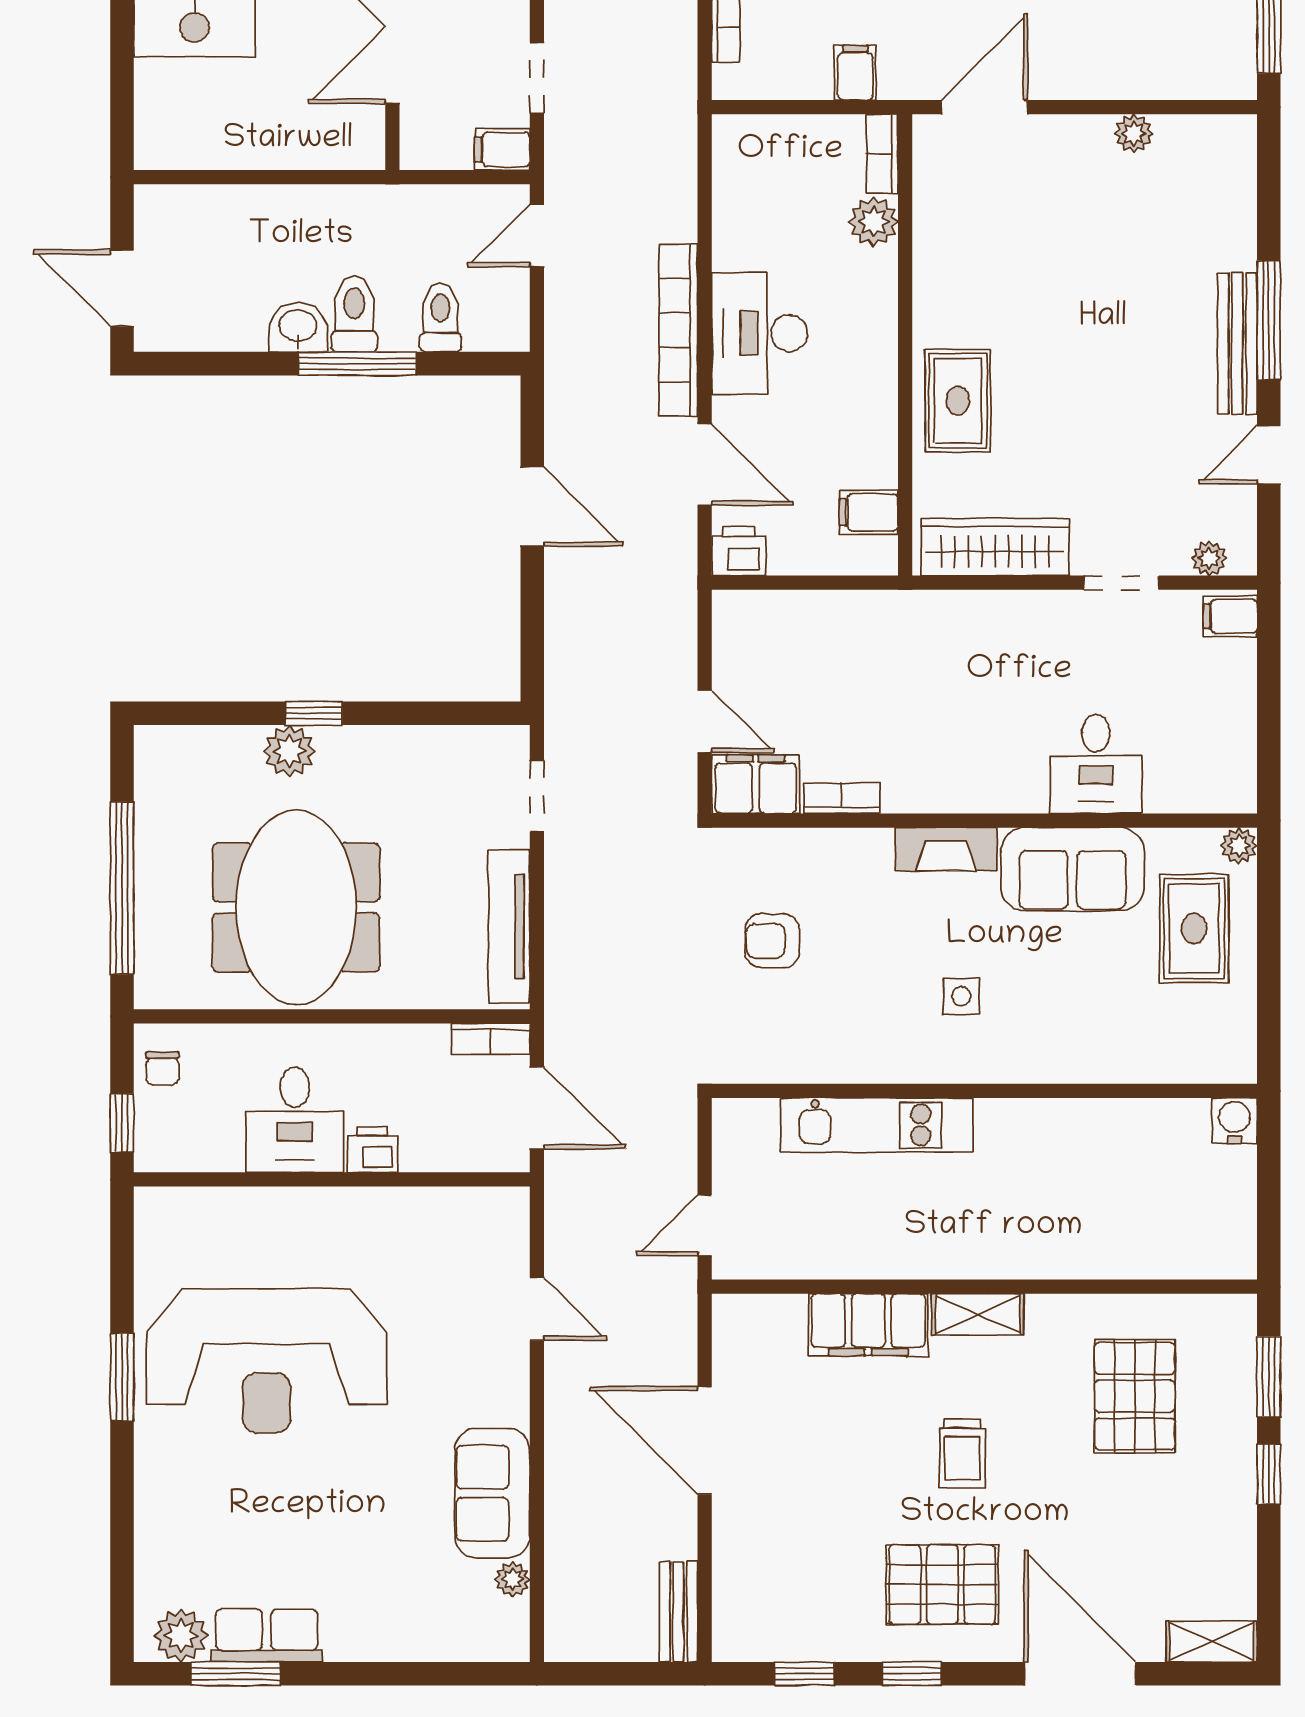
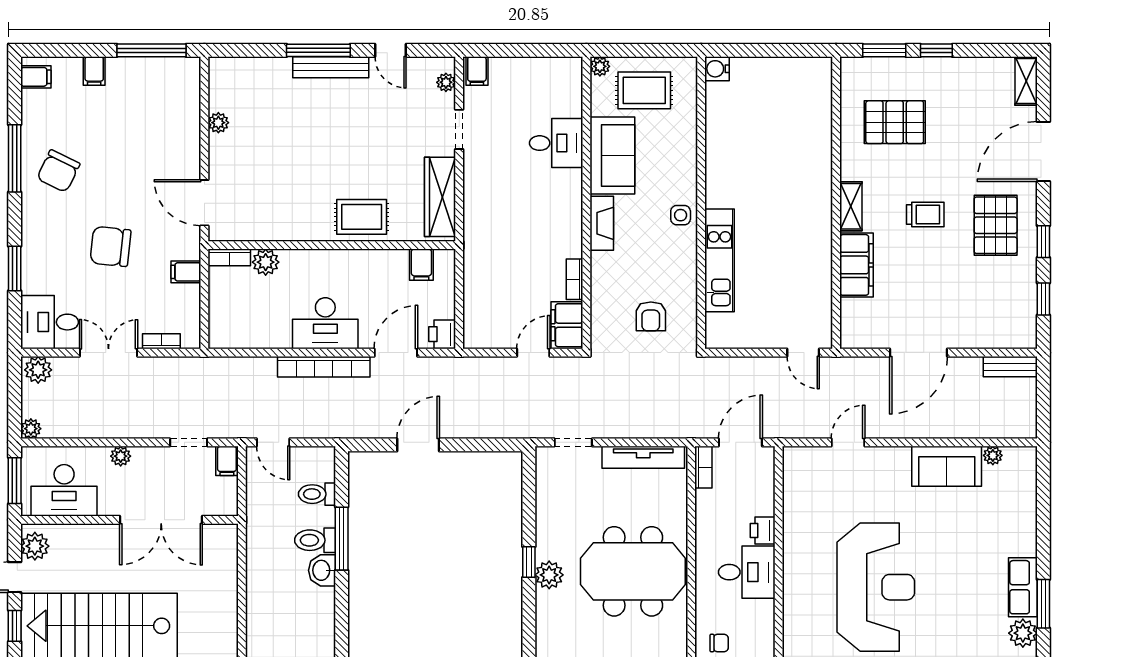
wall: (984, 1091) -> (701, 203), moved
water cooler: (1234, 1121) -> (717, 69), moved
kitchen unit: (877, 1125) -> (719, 260), moved

